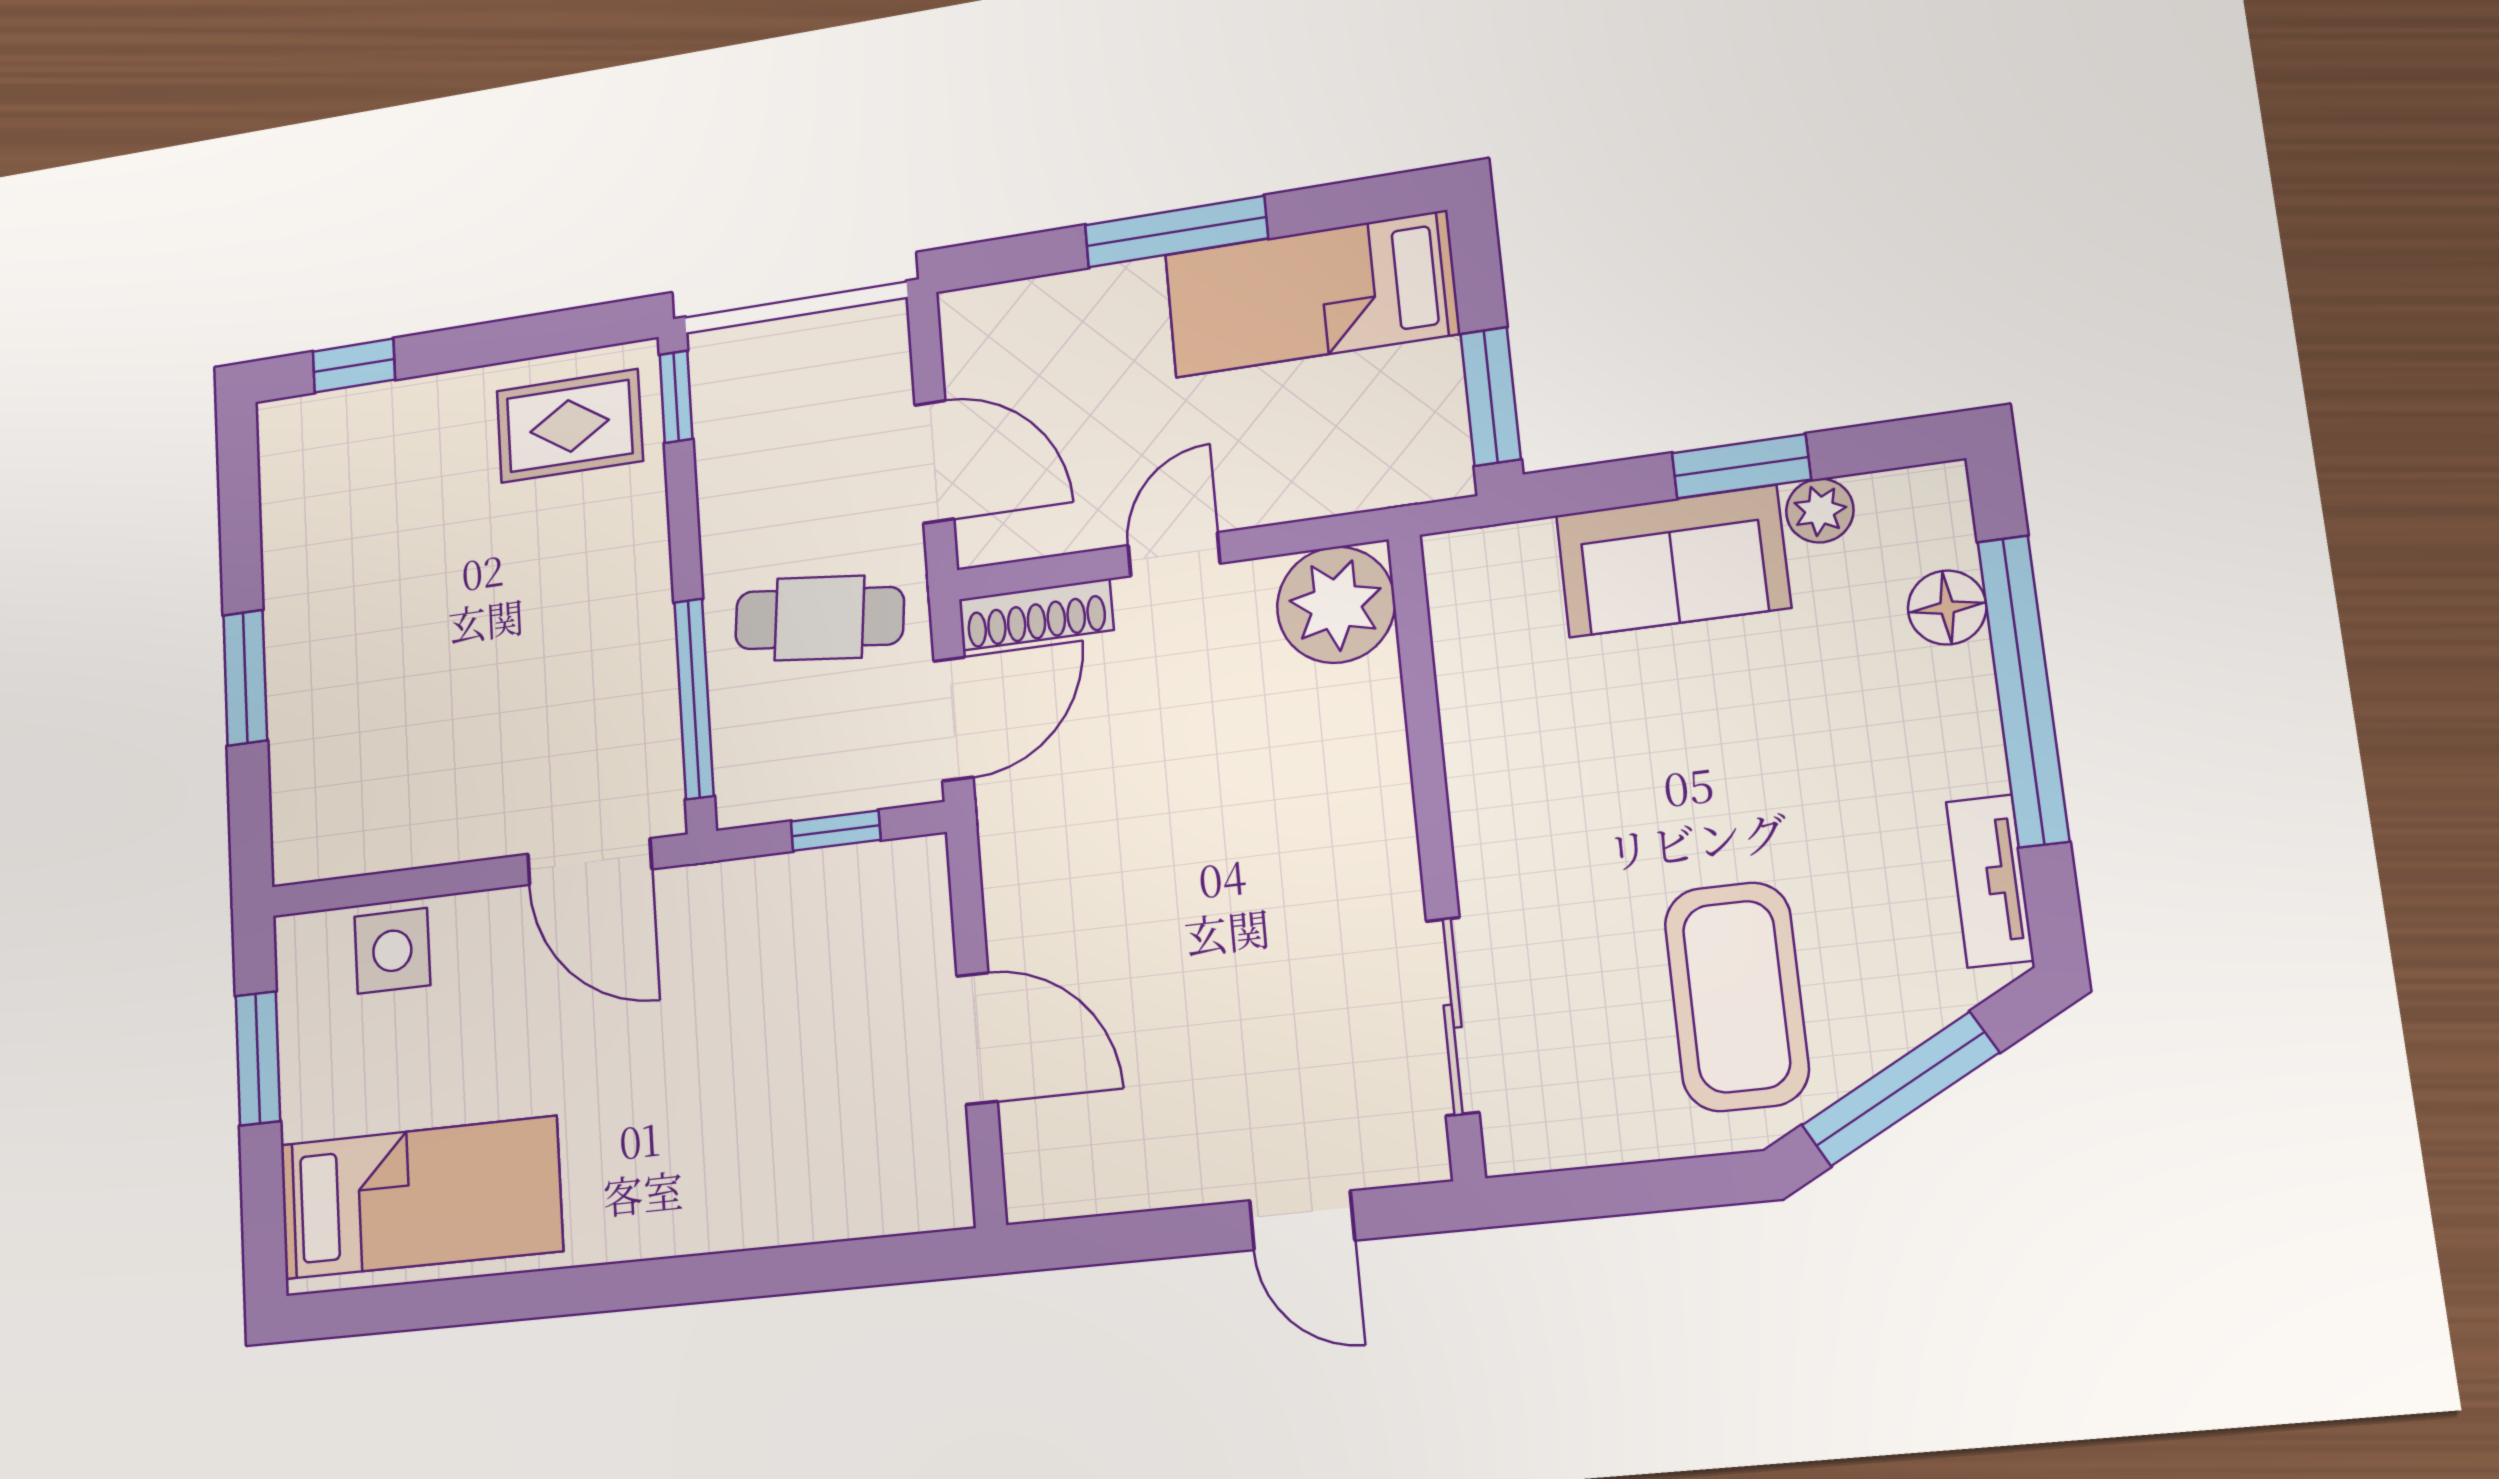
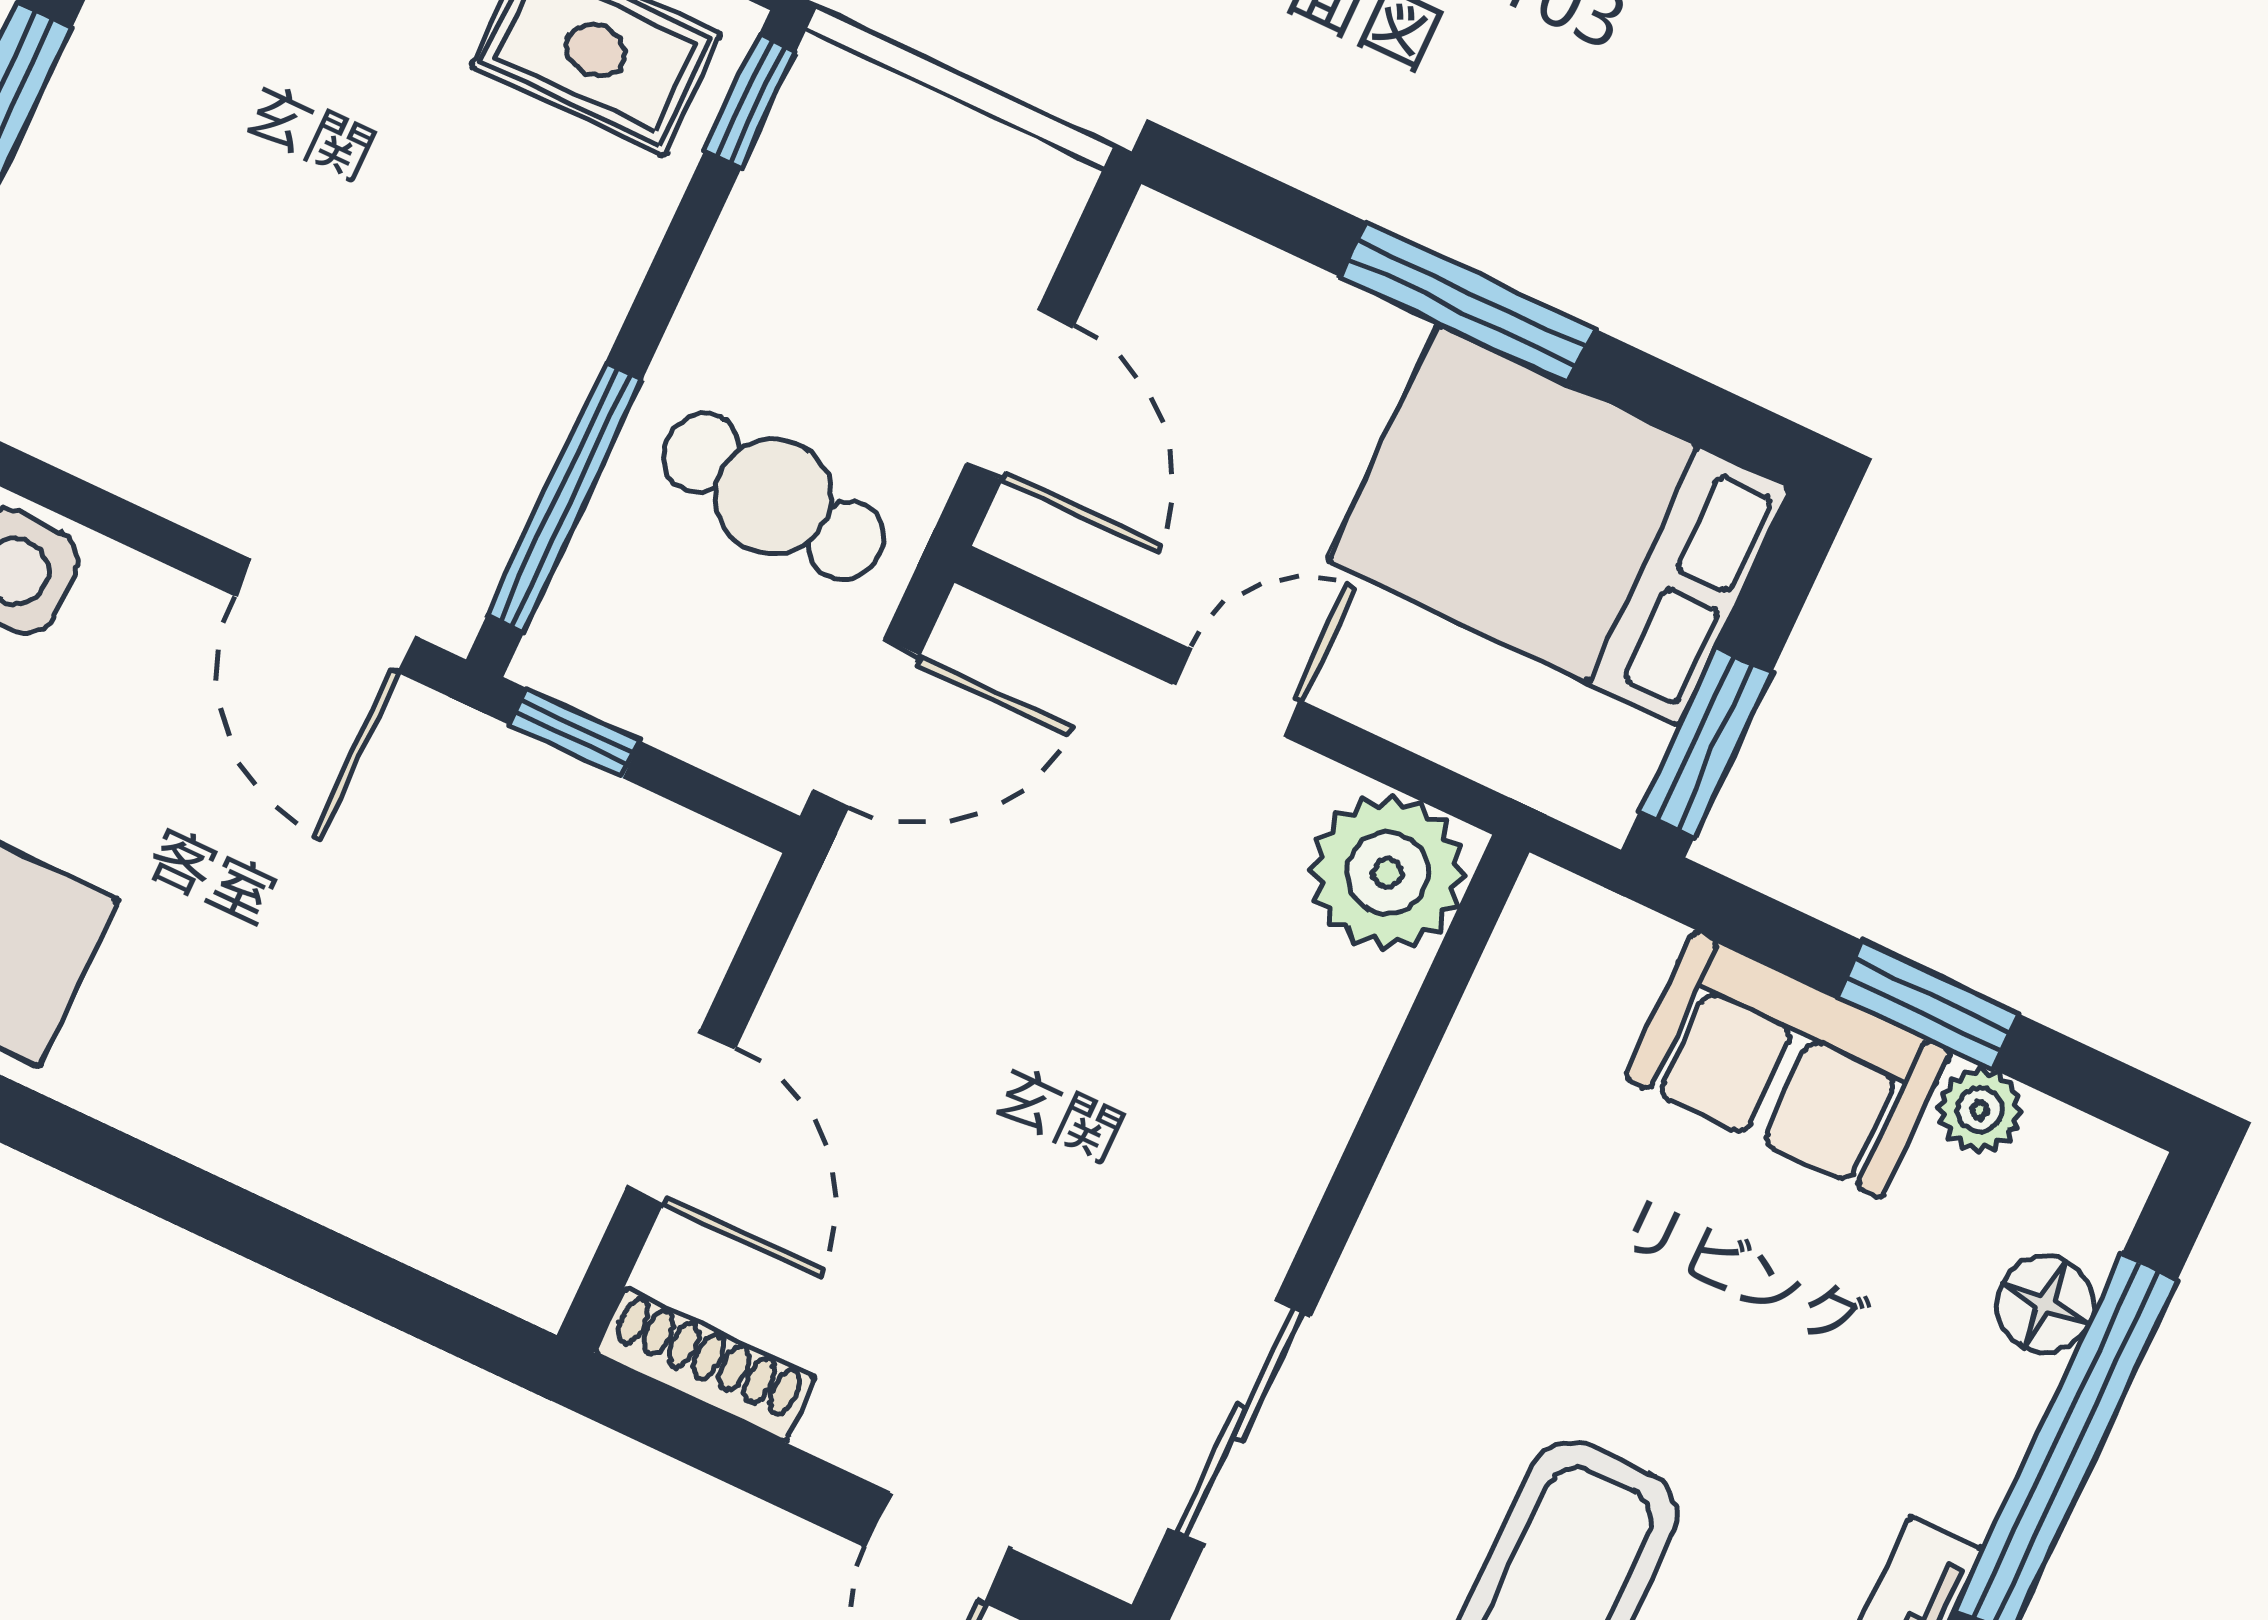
bed: (1311, 294) -> (1559, 525), width x1.50
shoe rack: (1036, 615) -> (705, 1365), moved, turned 180
window: (836, 831) -> (575, 733), moved

